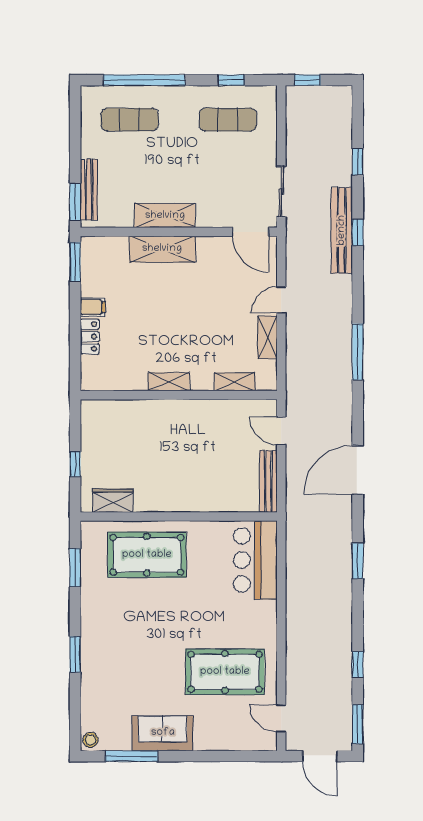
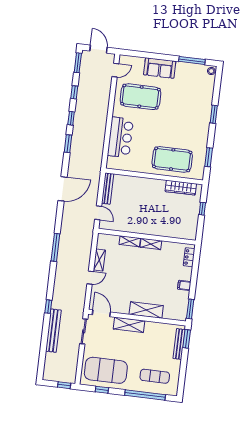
exercise mat: (228, 120) -> (106, 370), width x2.00, depth x1.45
window: (358, 162) -> (71, 118), moved
shelving: (165, 216) -> (129, 325), moved
bench: (342, 230) -> (53, 331), moved
locker: (90, 337) -> (189, 257), moved
shelving: (235, 382) -> (130, 241), moved
wardrobe: (113, 501) -> (181, 188), width x1.50
bar counter: (255, 560) -> (120, 137), moved
door: (281, 718) -> (115, 70), hinge flipped
sofa: (163, 733) -> (160, 68), moved

